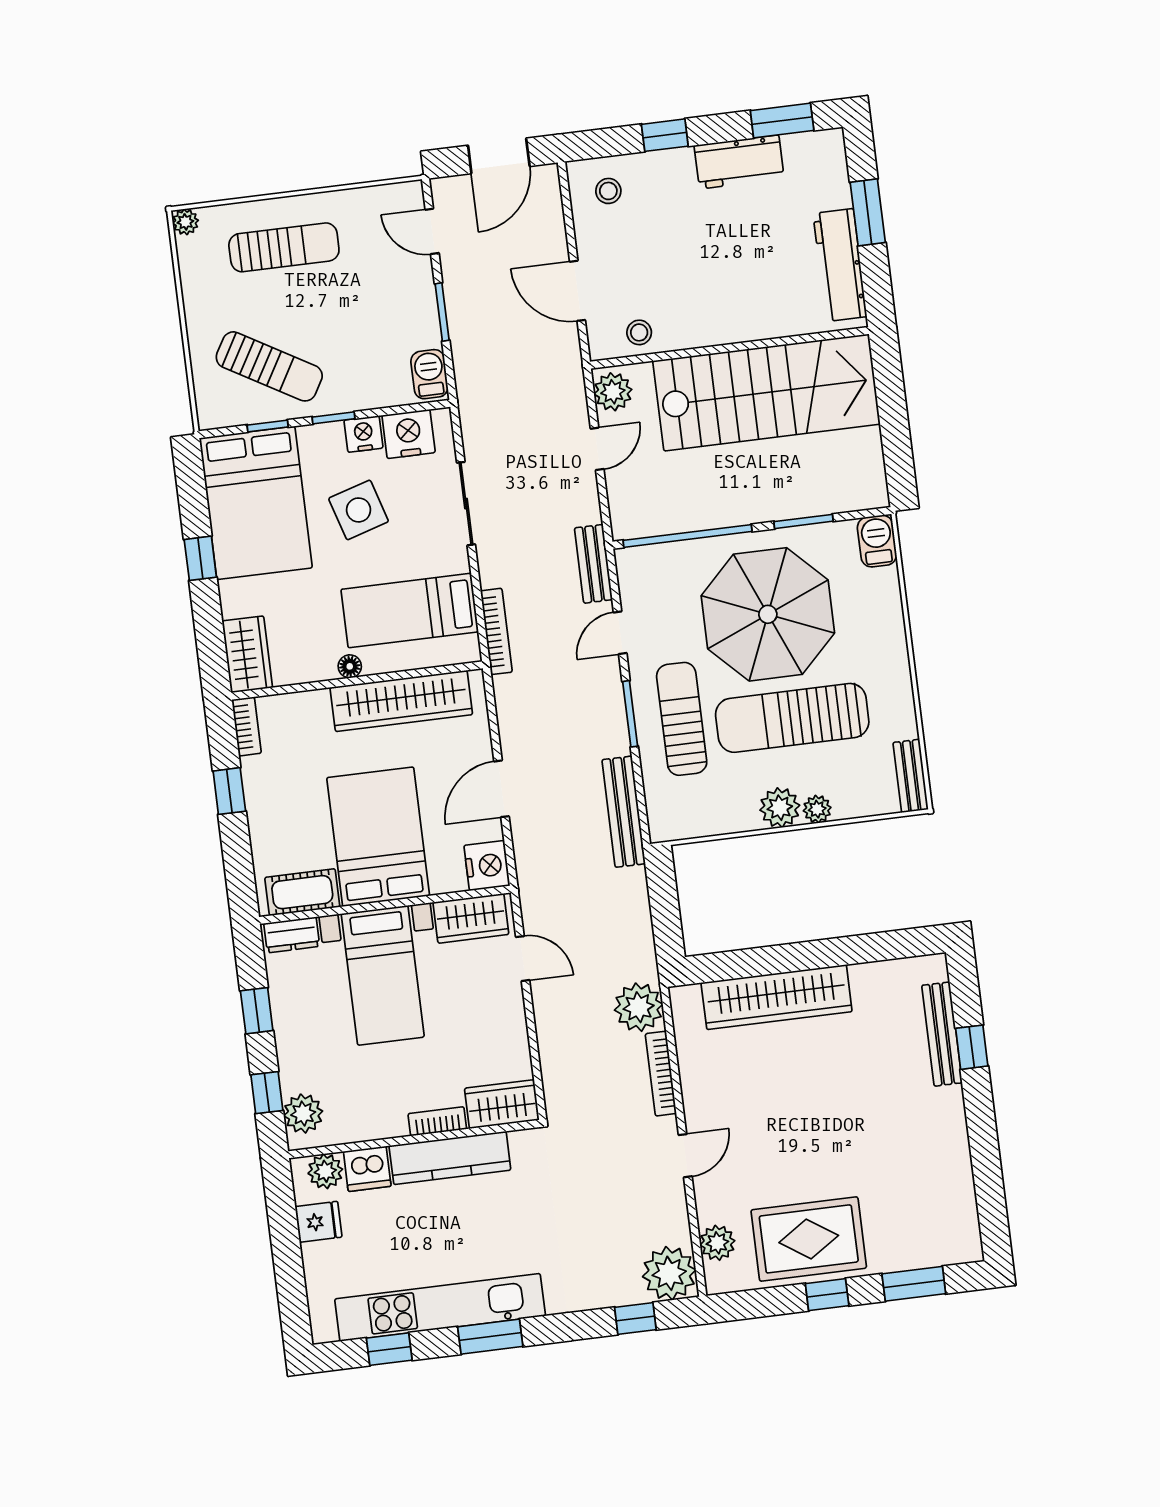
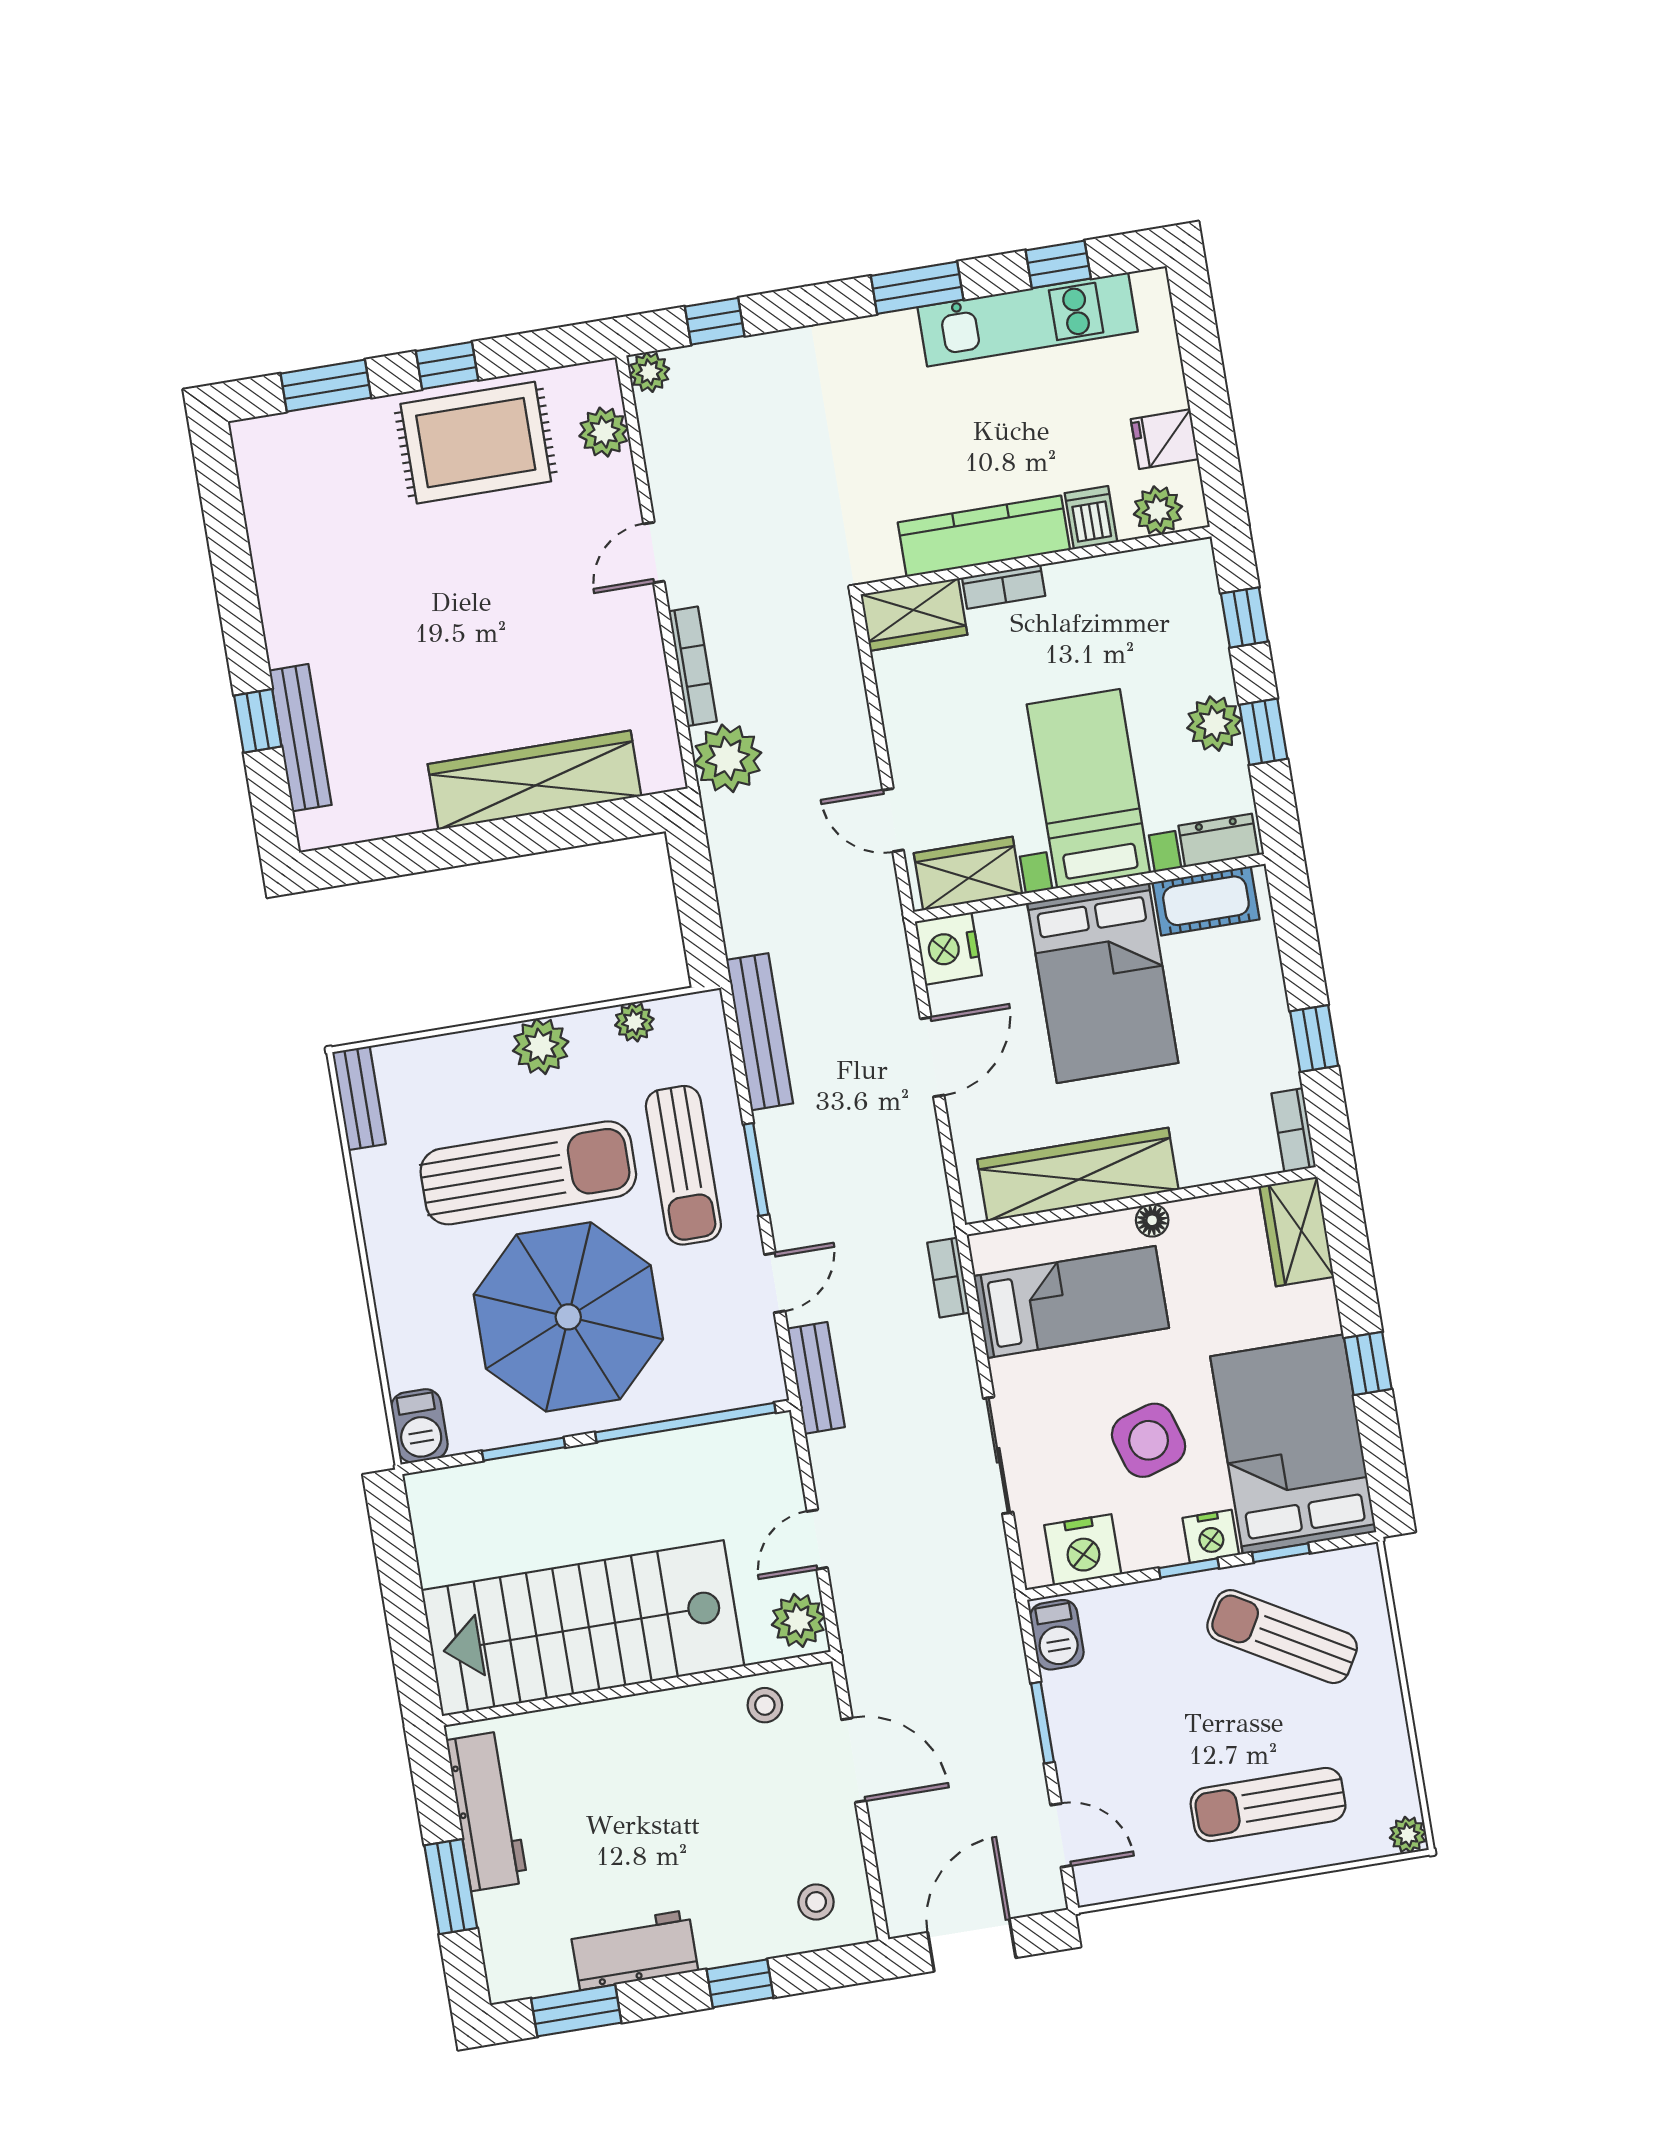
nightstand: (363, 434) -> (1211, 1536), moved
bookcase: (496, 631) -> (948, 1278), width x0.64
plant: (817, 809) -> (634, 1022), moved
plant: (303, 1114) -> (1214, 724), moved
dishwasher: (367, 1169) -> (1091, 518), width x0.73
plant: (669, 1273) -> (649, 372), width x0.53, depth x0.53
kitchen unit: (440, 1307) -> (1028, 319), width x0.73

